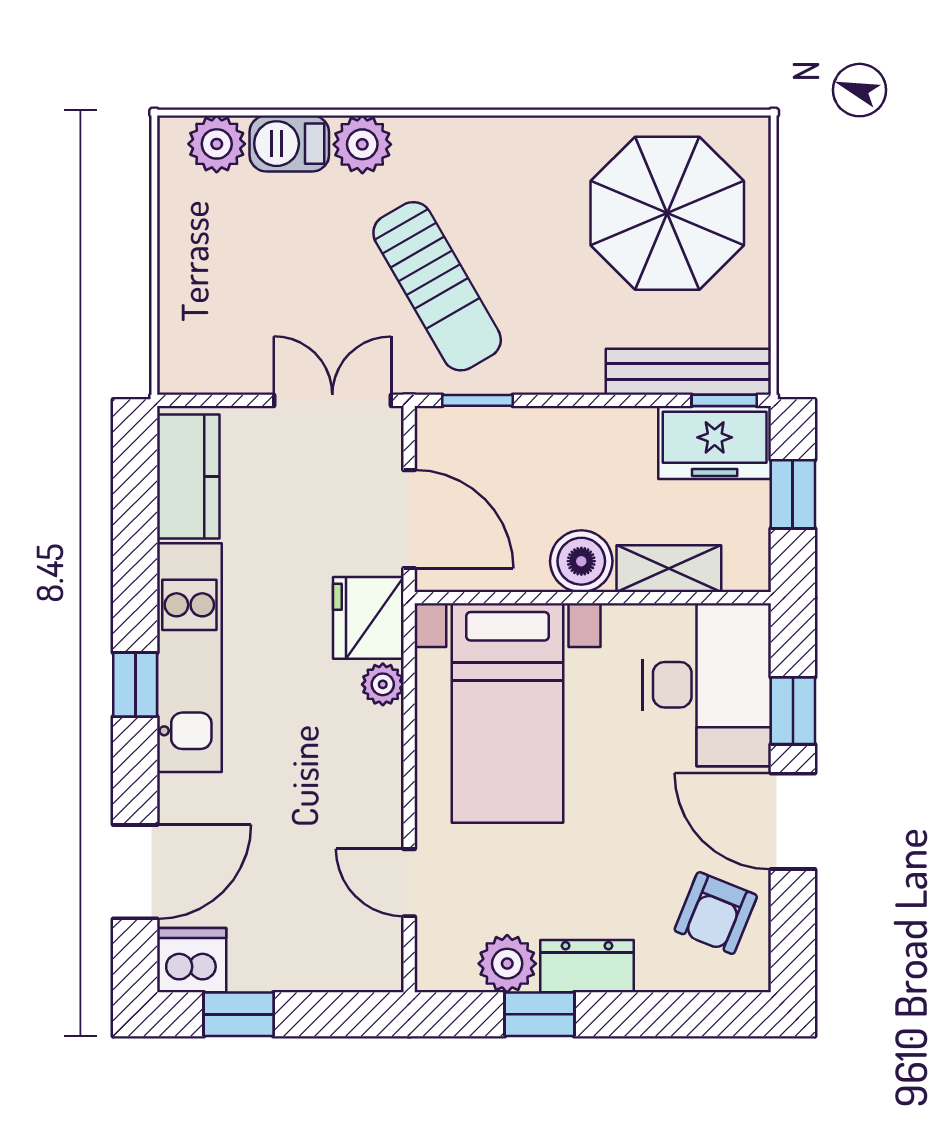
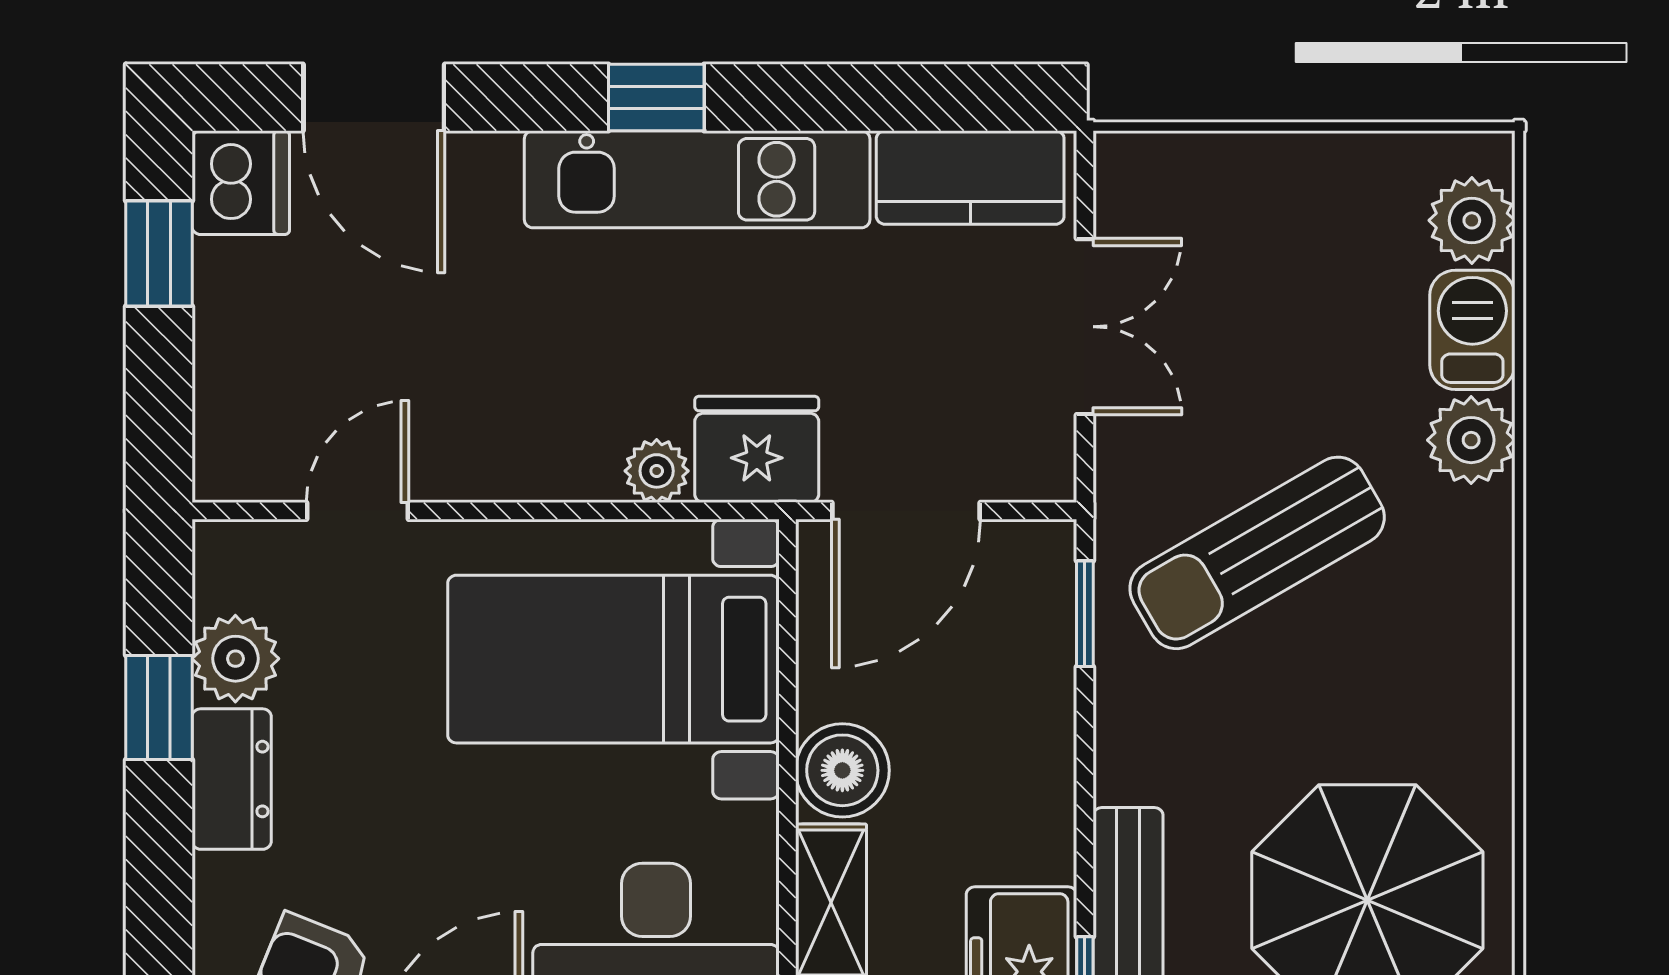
double door: (332, 400) -> (1085, 327), moved

